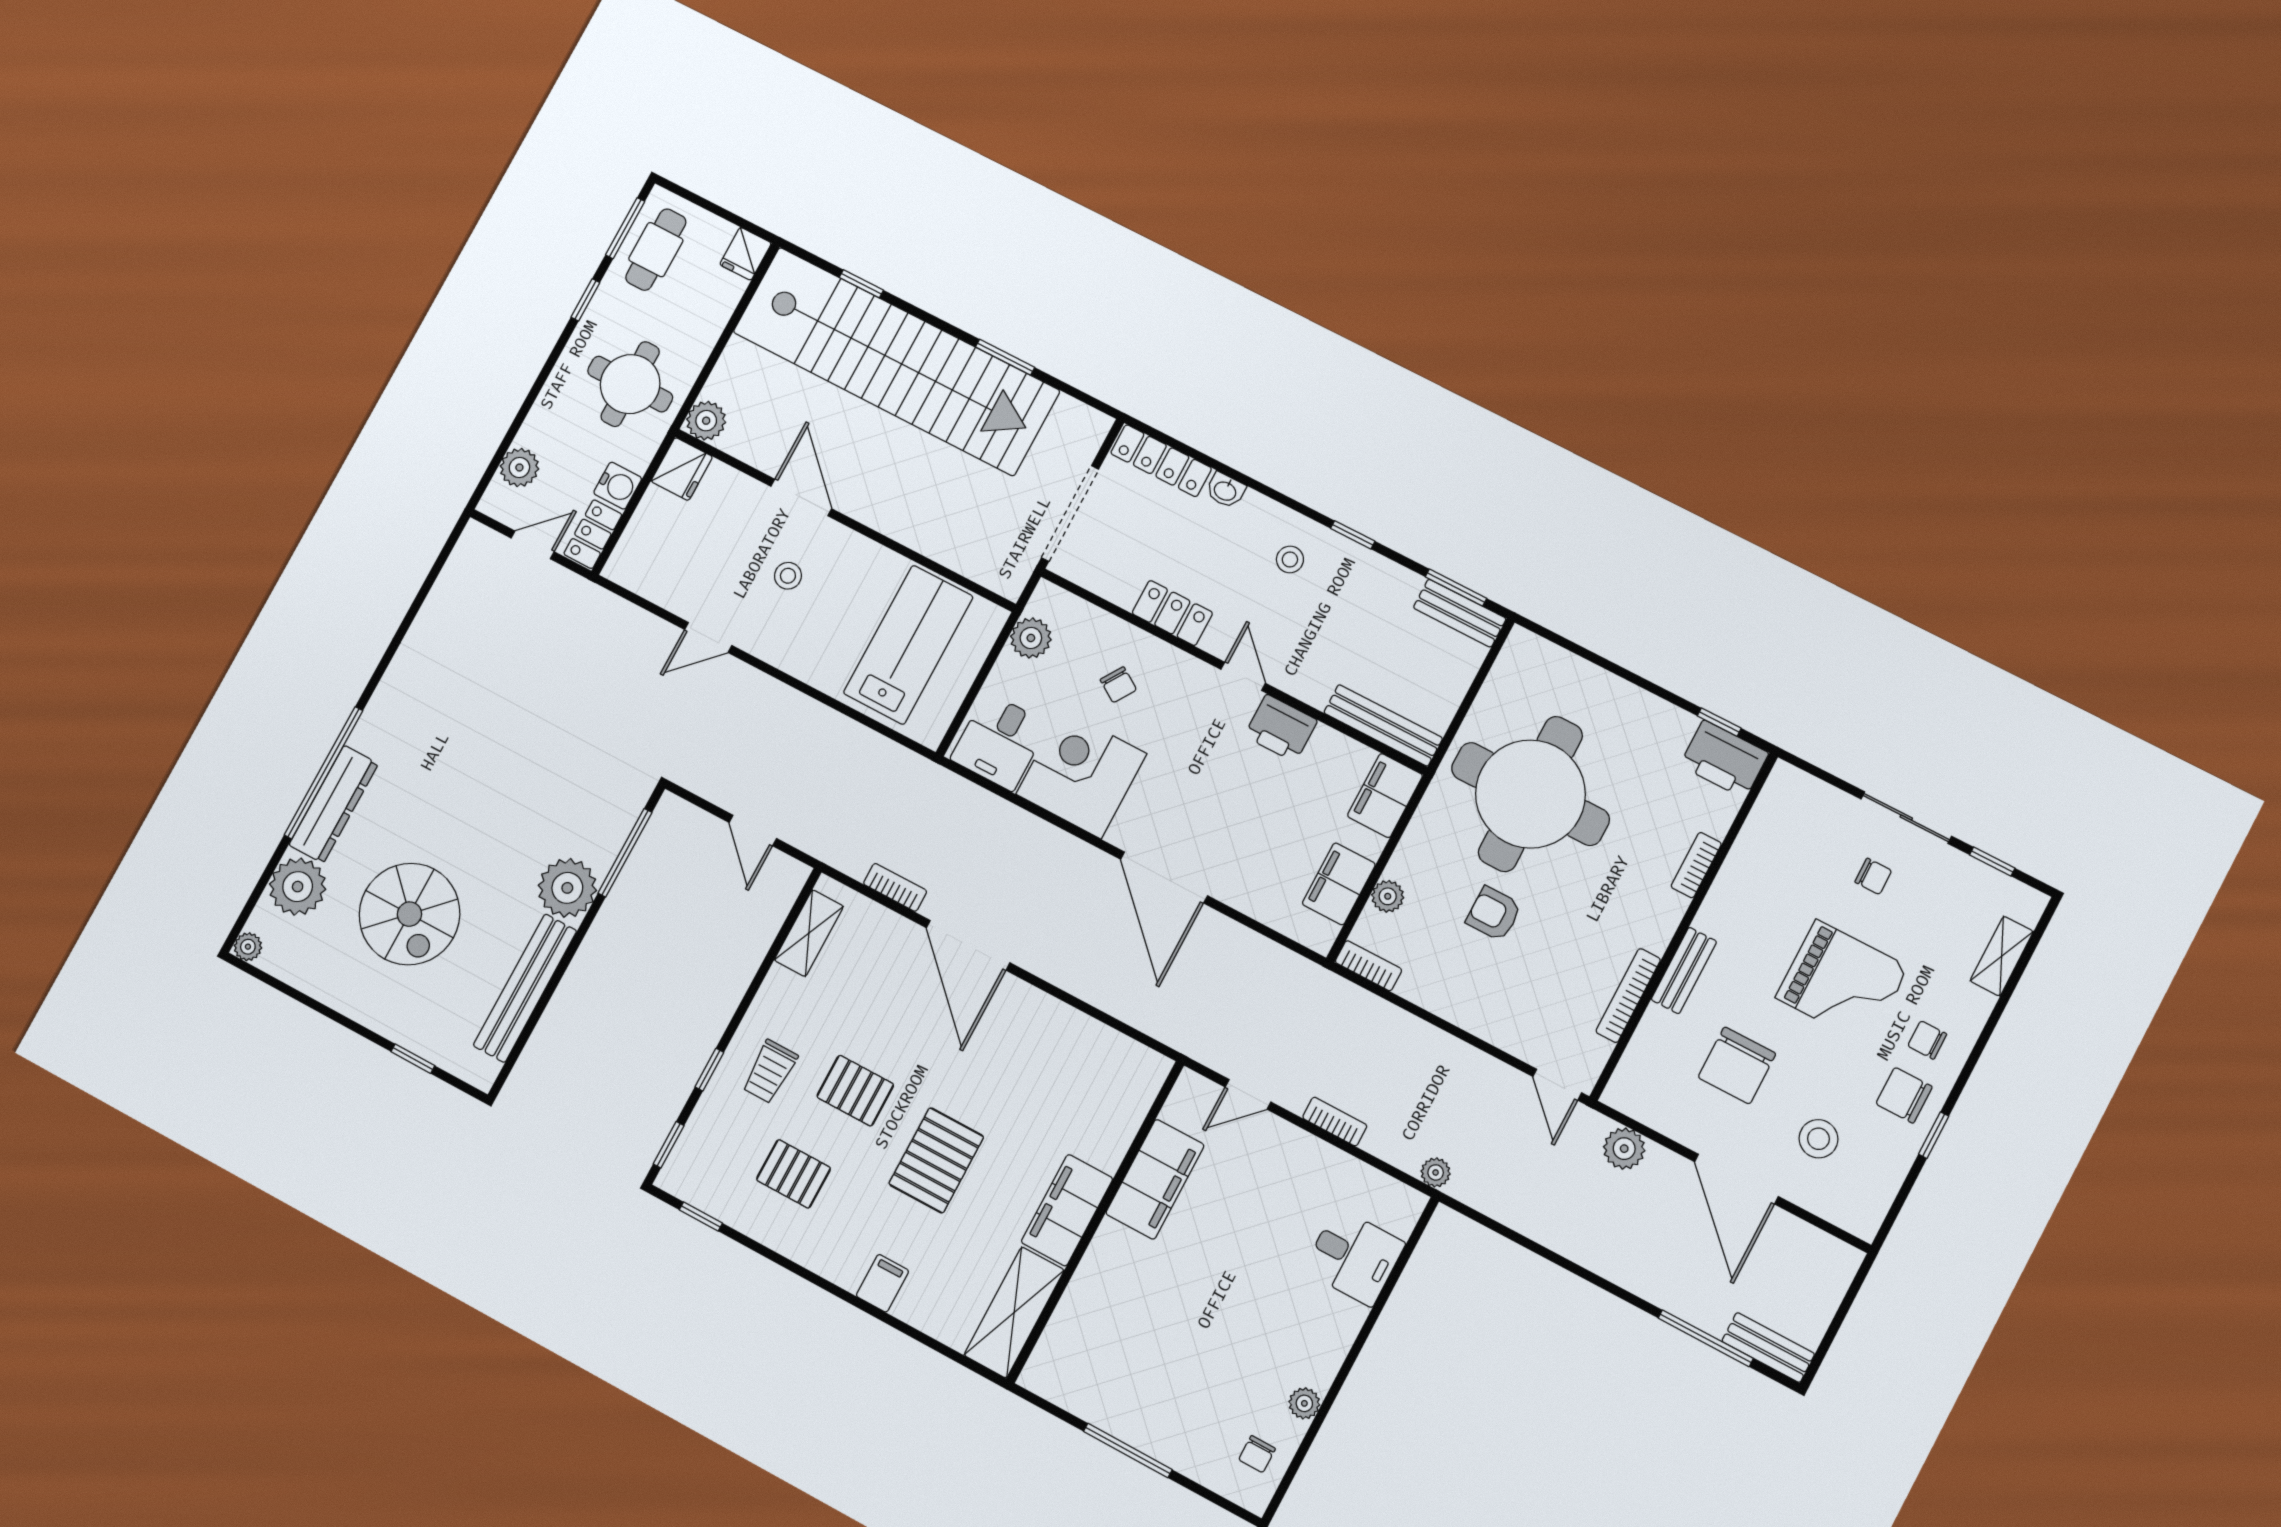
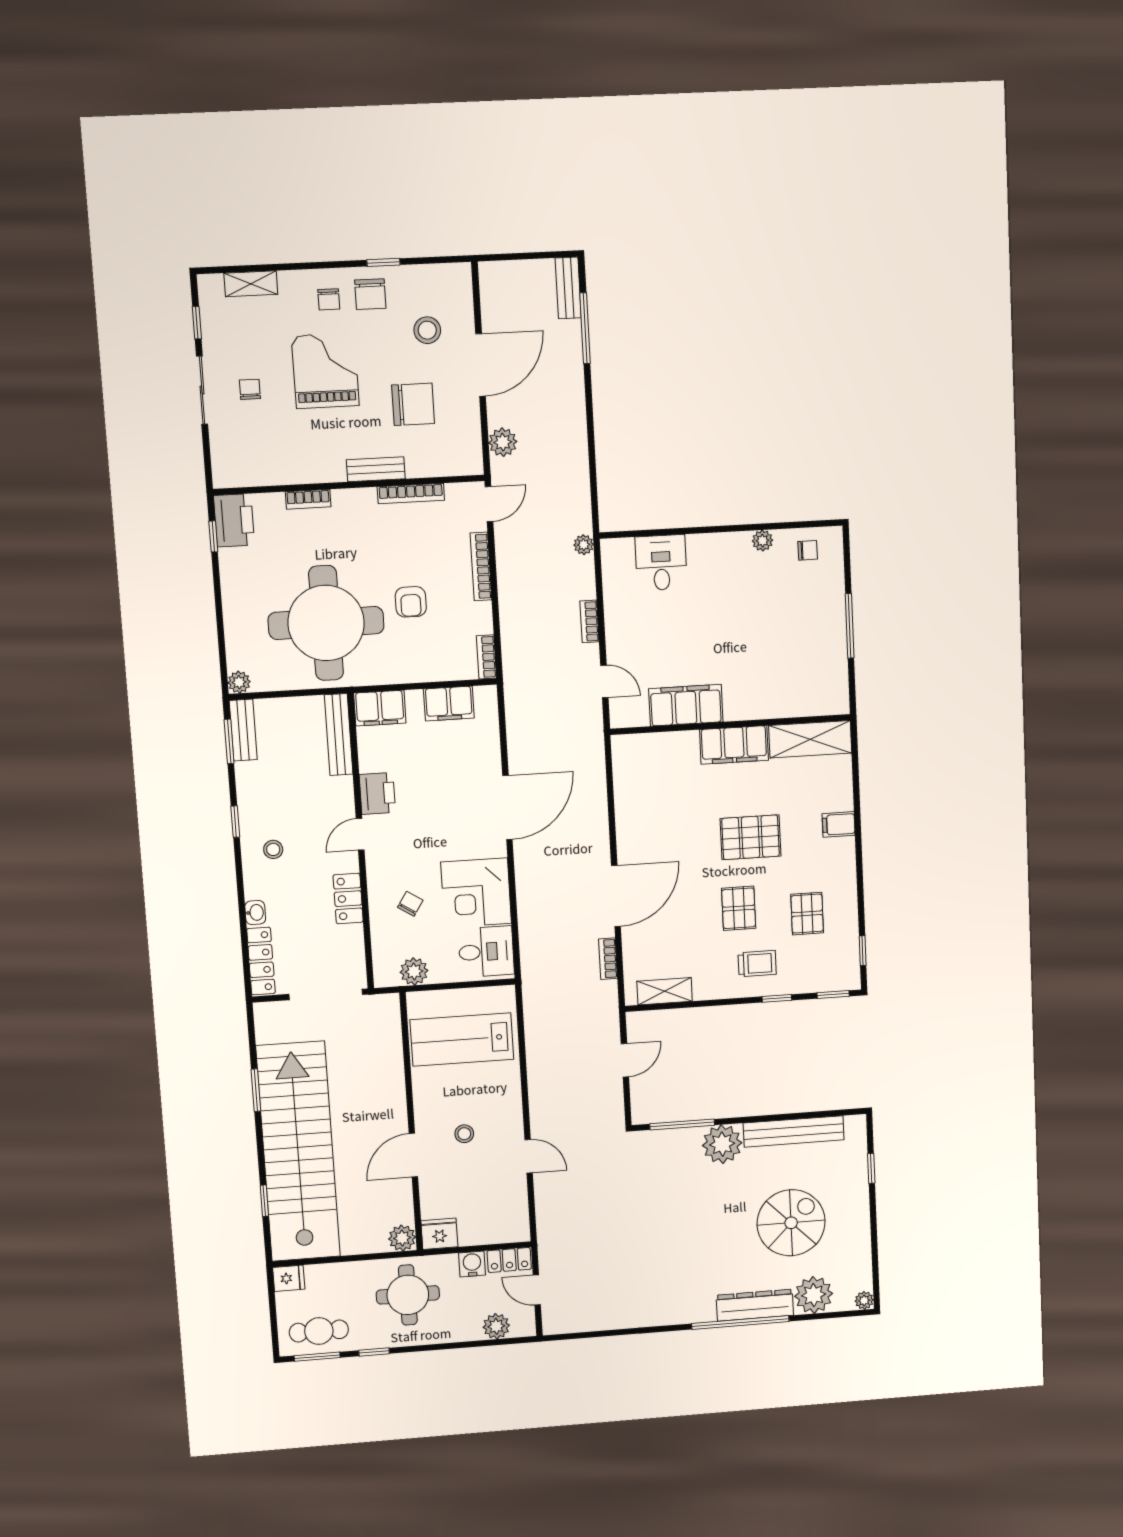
plant: (1388, 896) -> (239, 682), moved
bookcase: (1485, 1027) -> (481, 566), added

